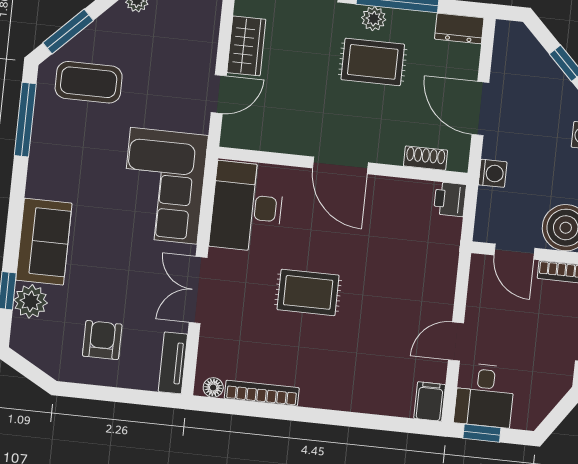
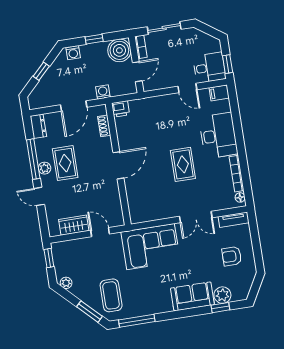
desk: (247, 207) -> (218, 136), moved, turned -90

